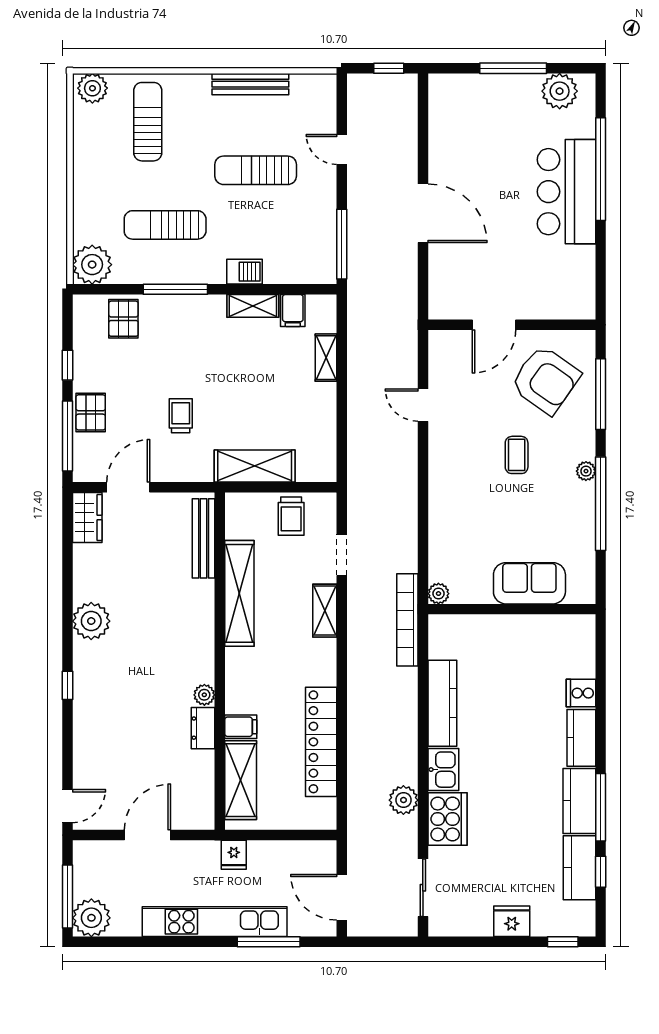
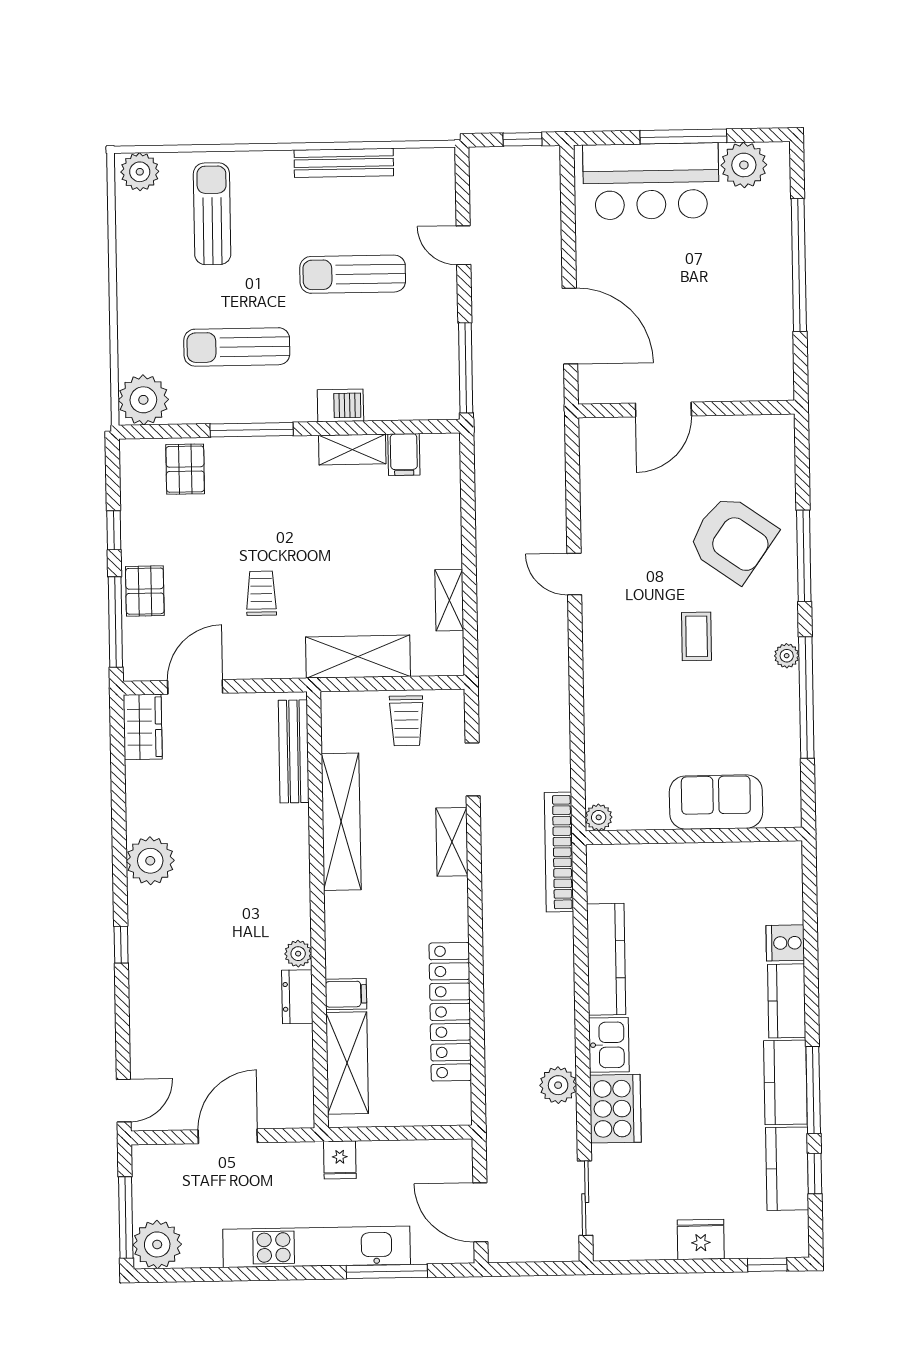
bar counter: (566, 192) -> (651, 181), moved, turned -90
door: (494, 325) -> (663, 409), moved
wall: (512, 325) -> (686, 409), moved
shelving: (326, 358) -> (449, 600), moved

